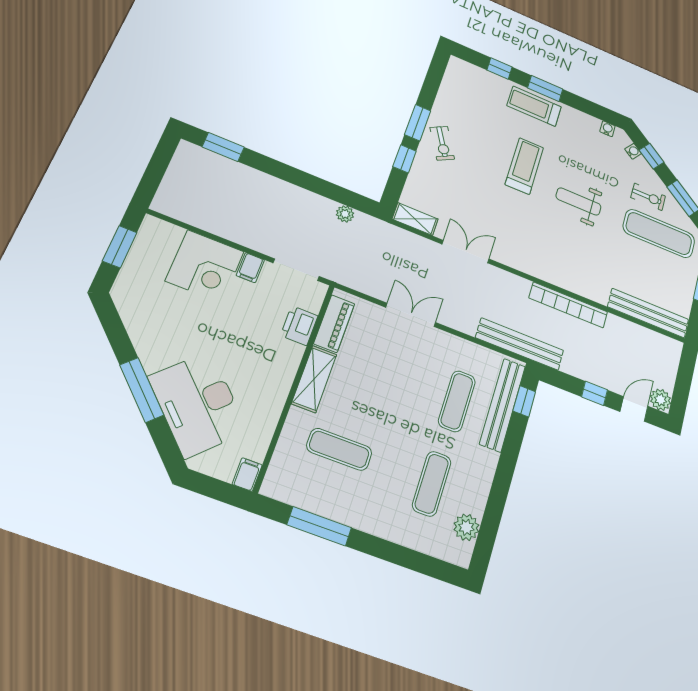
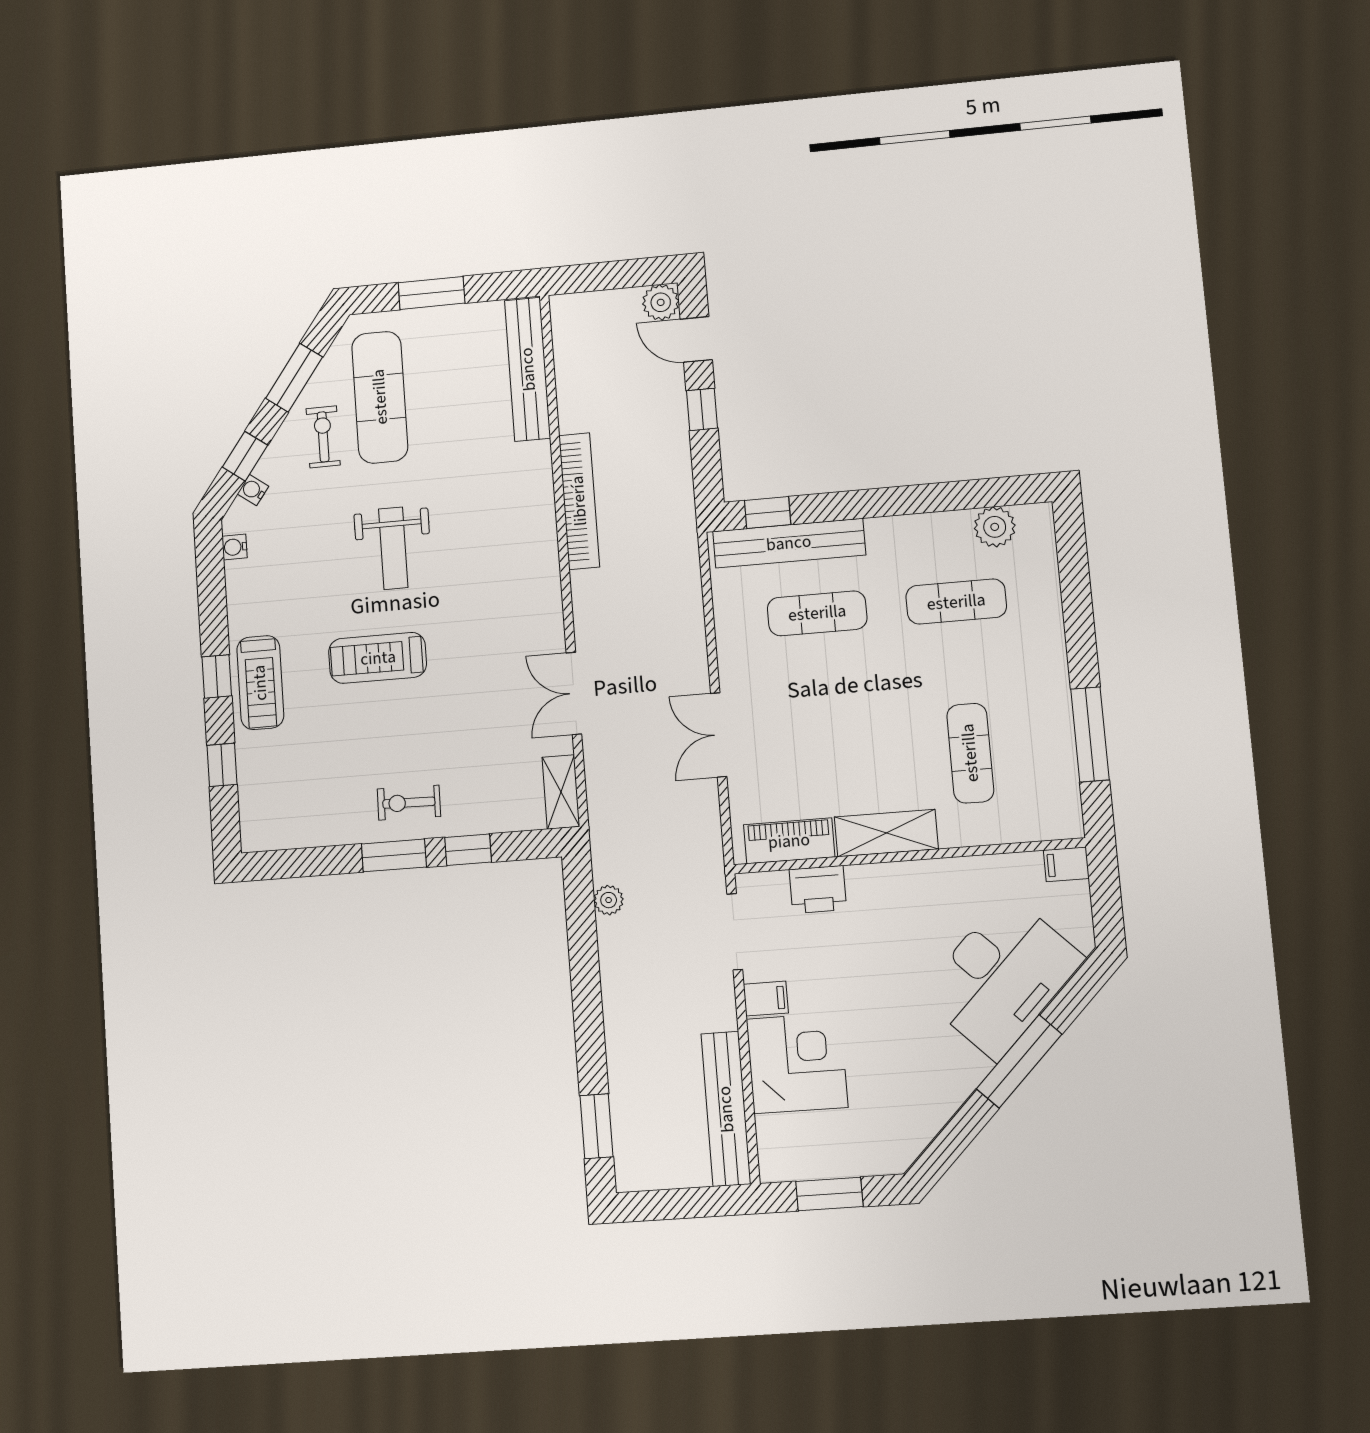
window: (545, 88) -> (217, 676), width x0.67
exercise bike: (442, 143) -> (409, 803), turned -150
bench: (520, 344) -> (726, 1109), moved

